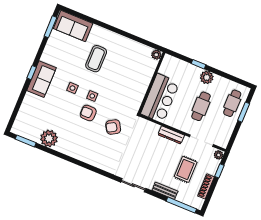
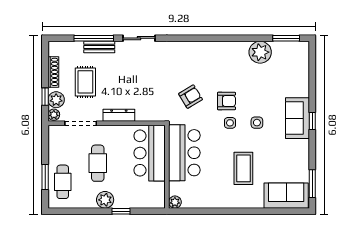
bar counter: (135, 88) -> (184, 153), added
plant: (212, 165) -> (56, 100), added
window: (181, 205) -> (94, 38), moved

